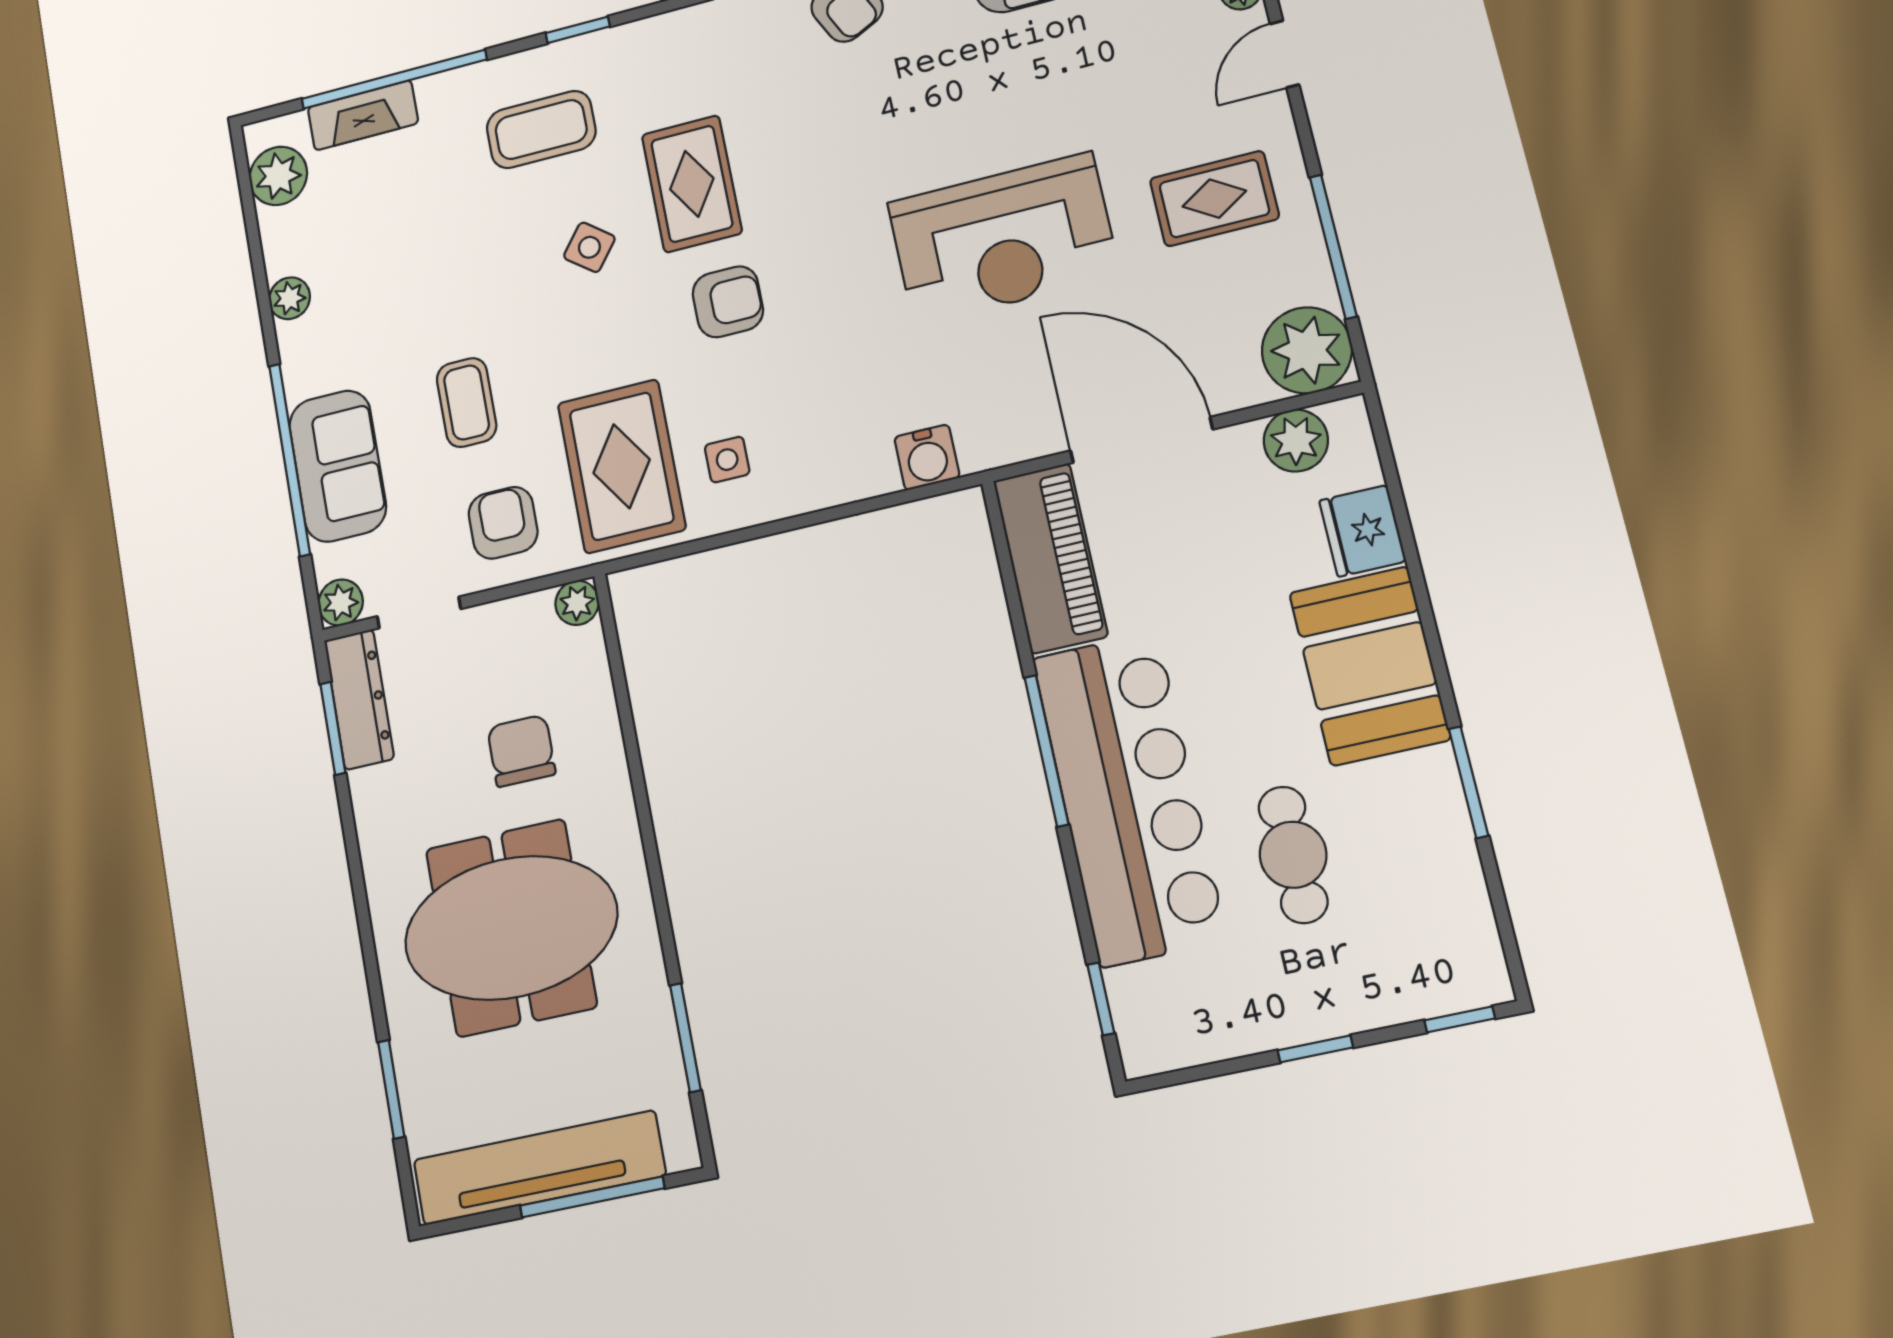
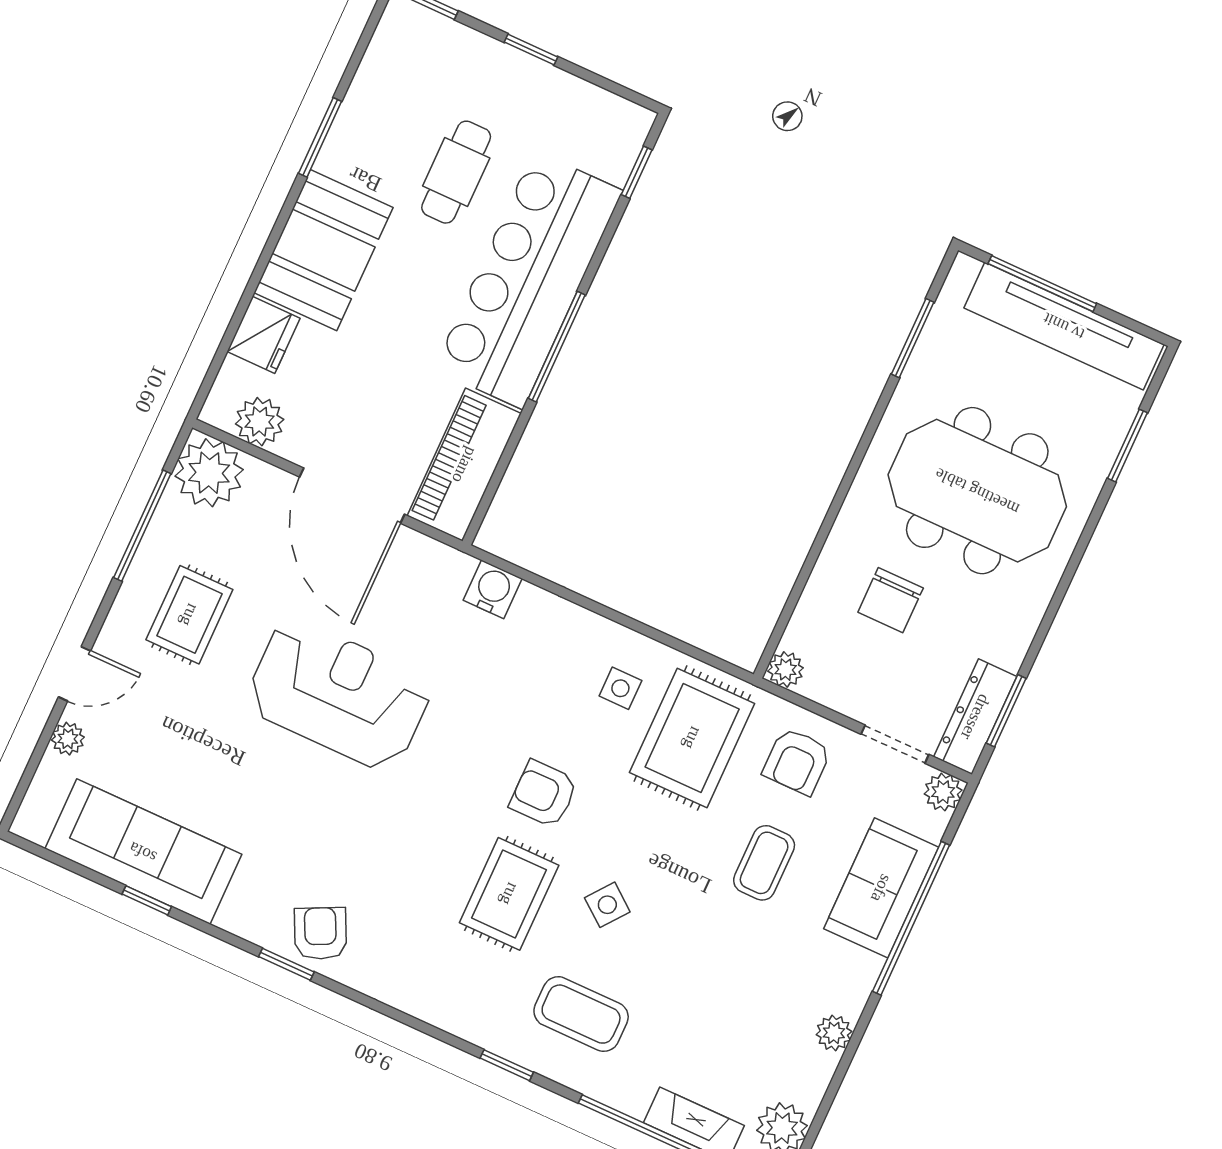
rug: (1214, 199) -> (189, 615), turned 90

